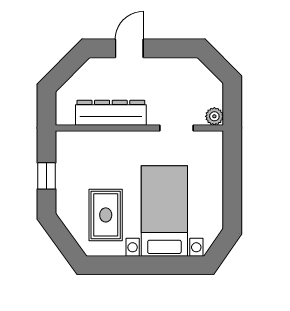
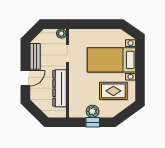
door: (129, 48) -> (25, 78), swing flipped
bench: (171, 67) -> (35, 56), added
plant: (67, 175) -> (92, 111), added

